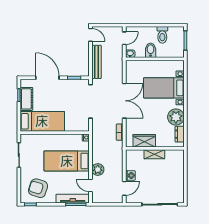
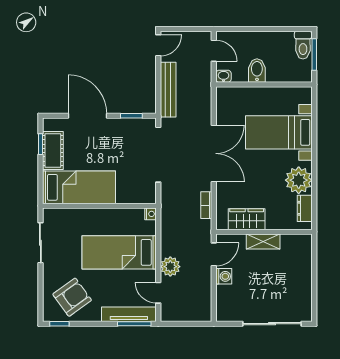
door: (90, 35) -> (158, 45), hinge flipped
toilet: (162, 35) -> (303, 45), moved
door: (124, 38) -> (214, 51), hinge flipped
armchair: (38, 188) -> (72, 297), turned 127
door: (124, 188) -> (214, 254), moved

